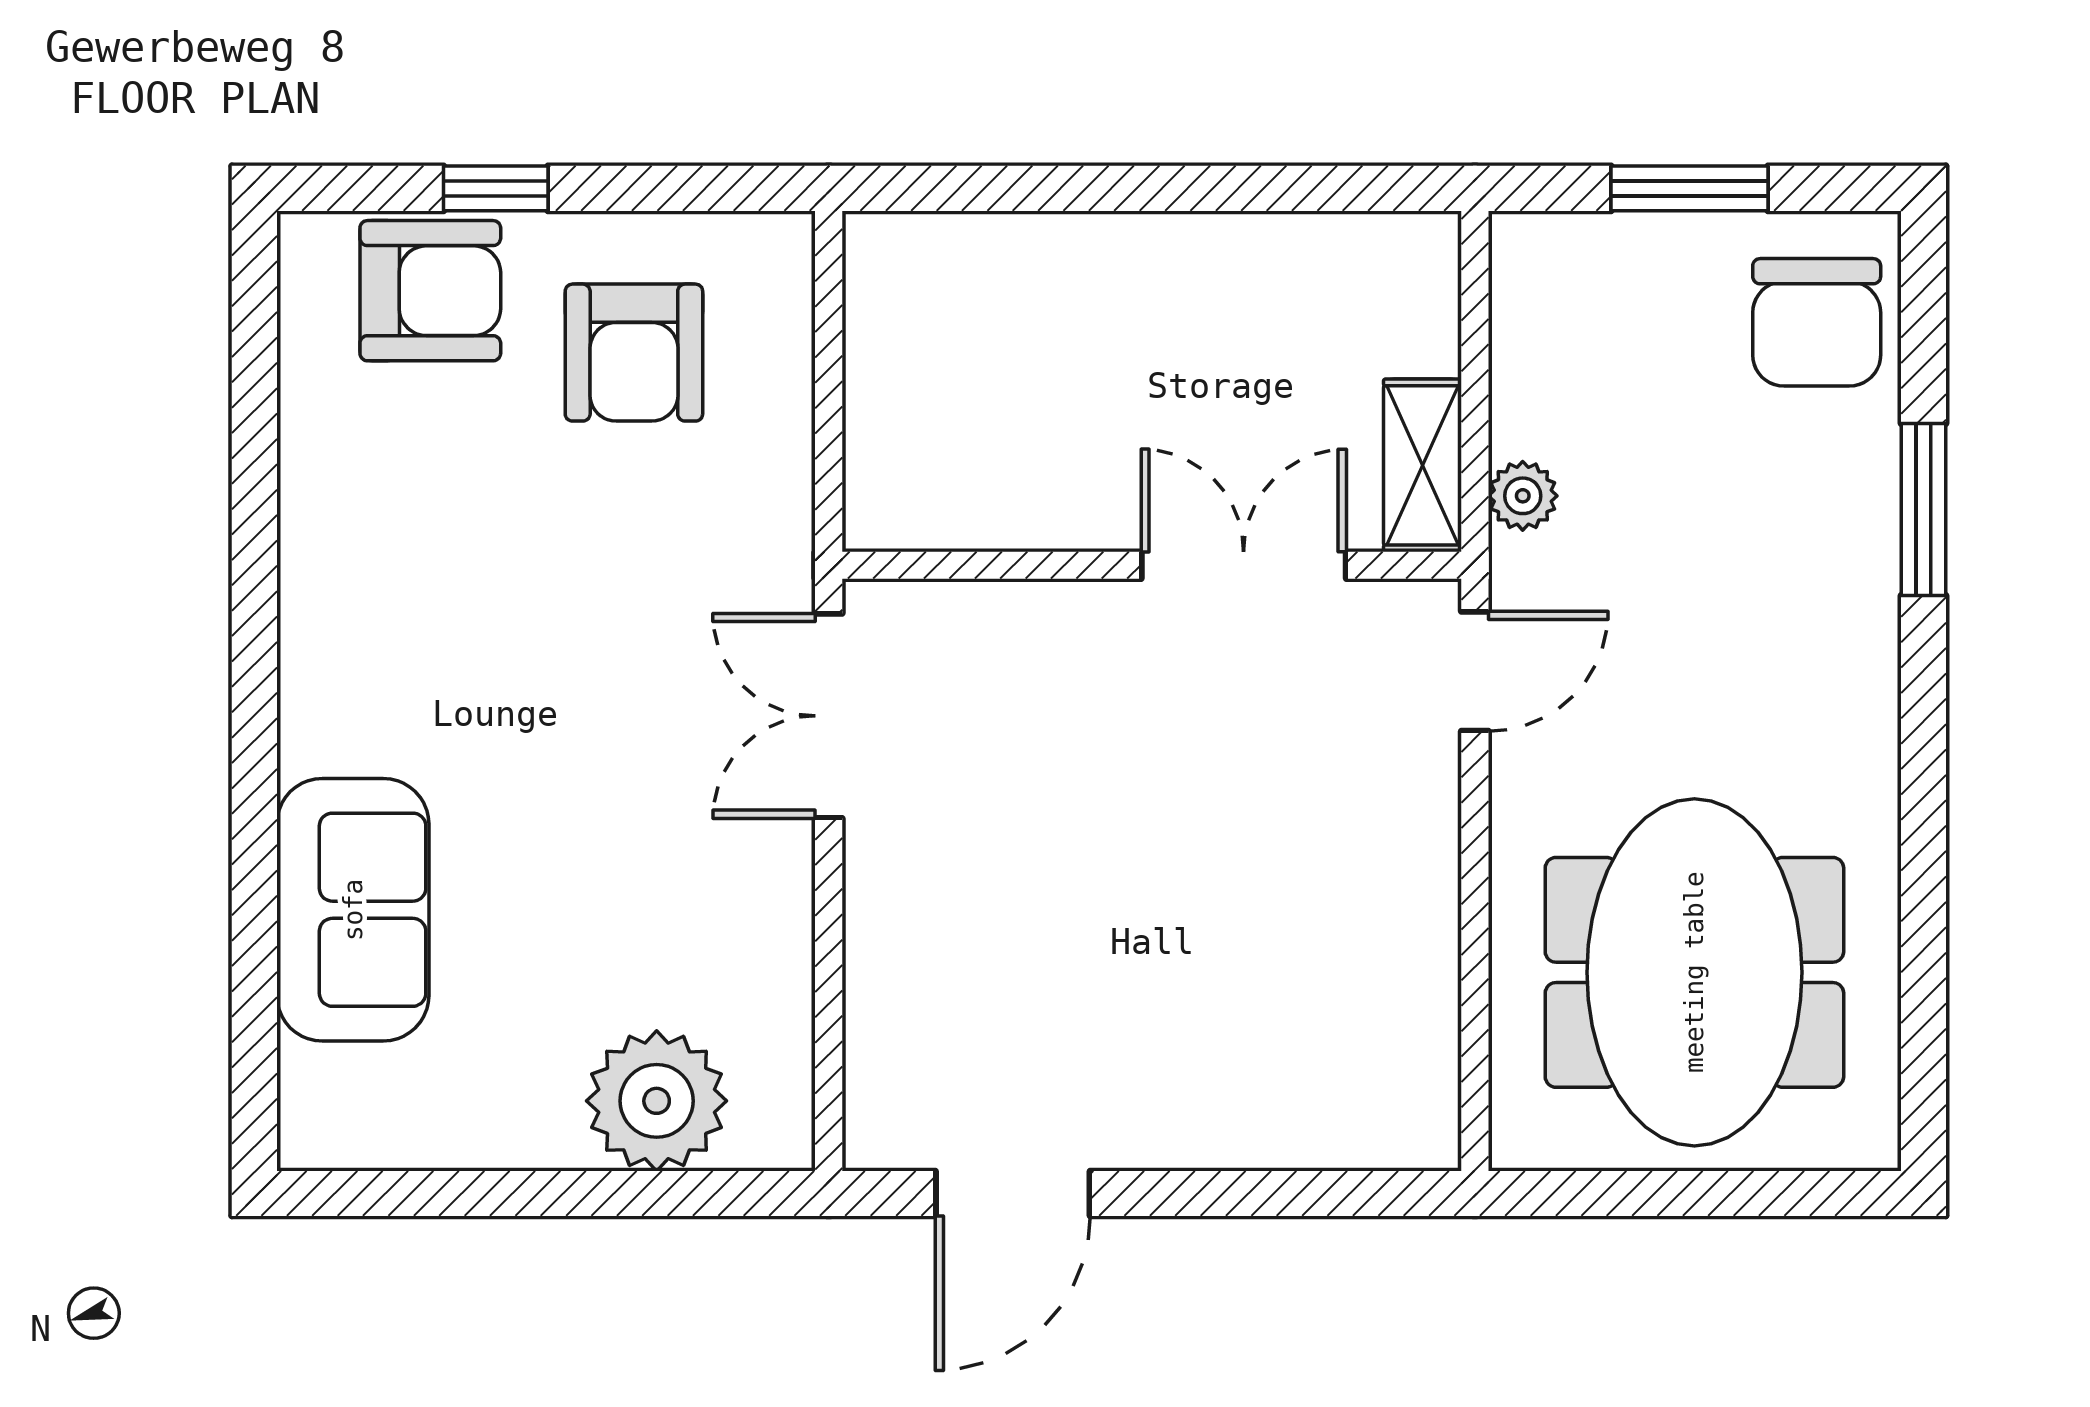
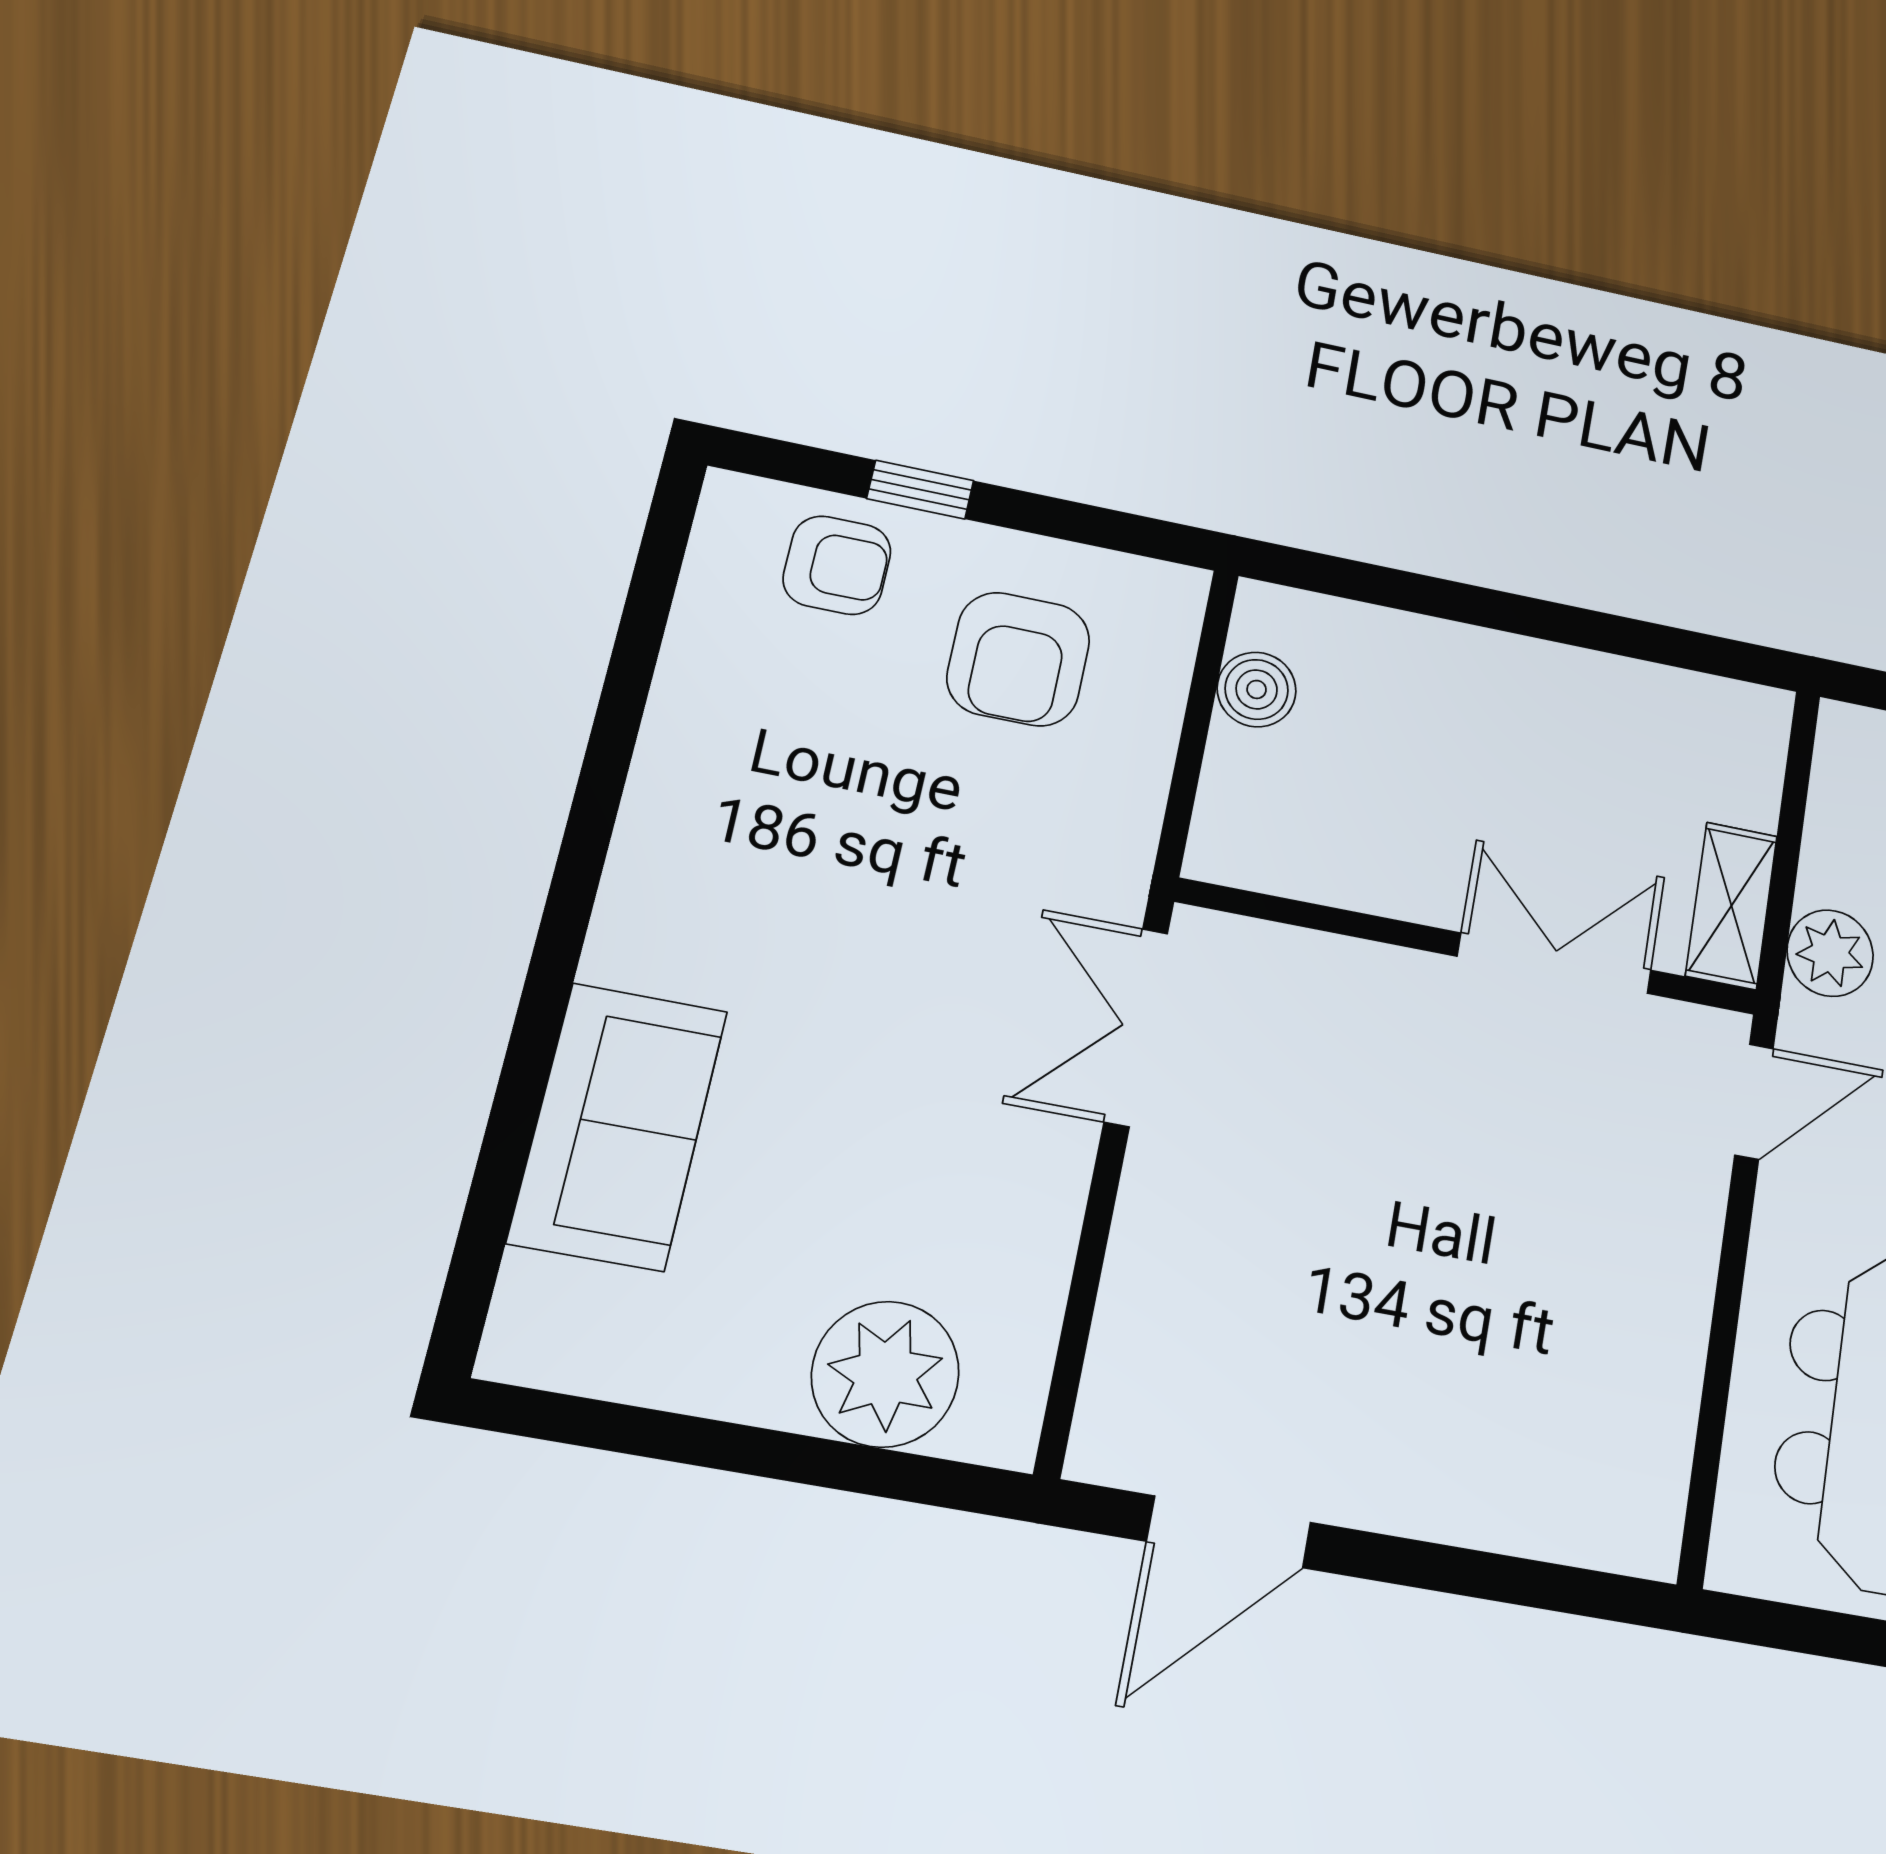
armchair: (430, 291) -> (837, 565), width x0.72, depth x0.72
boiler: (884, 333) -> (1257, 689), added
plant: (1523, 496) -> (1830, 953), width x1.38, depth x1.38

